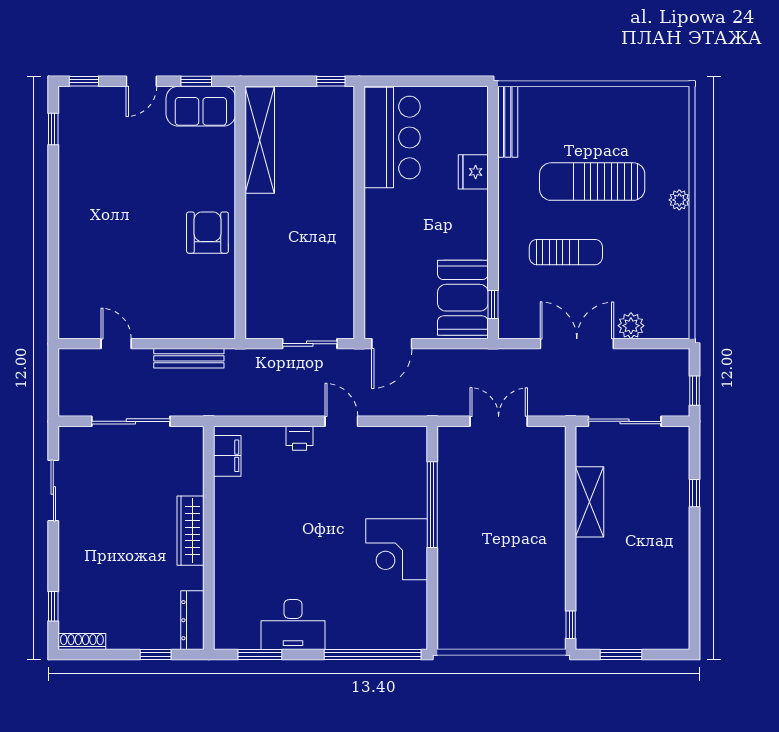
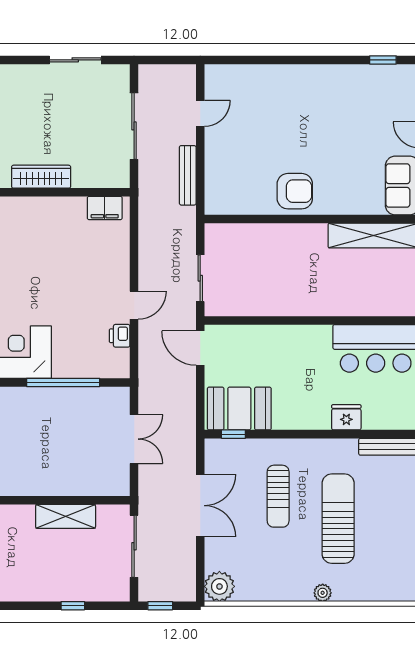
plant: (631, 326) -> (219, 586), moved, width x1.36, depth x1.36
printer: (300, 438) -> (120, 336), moved

